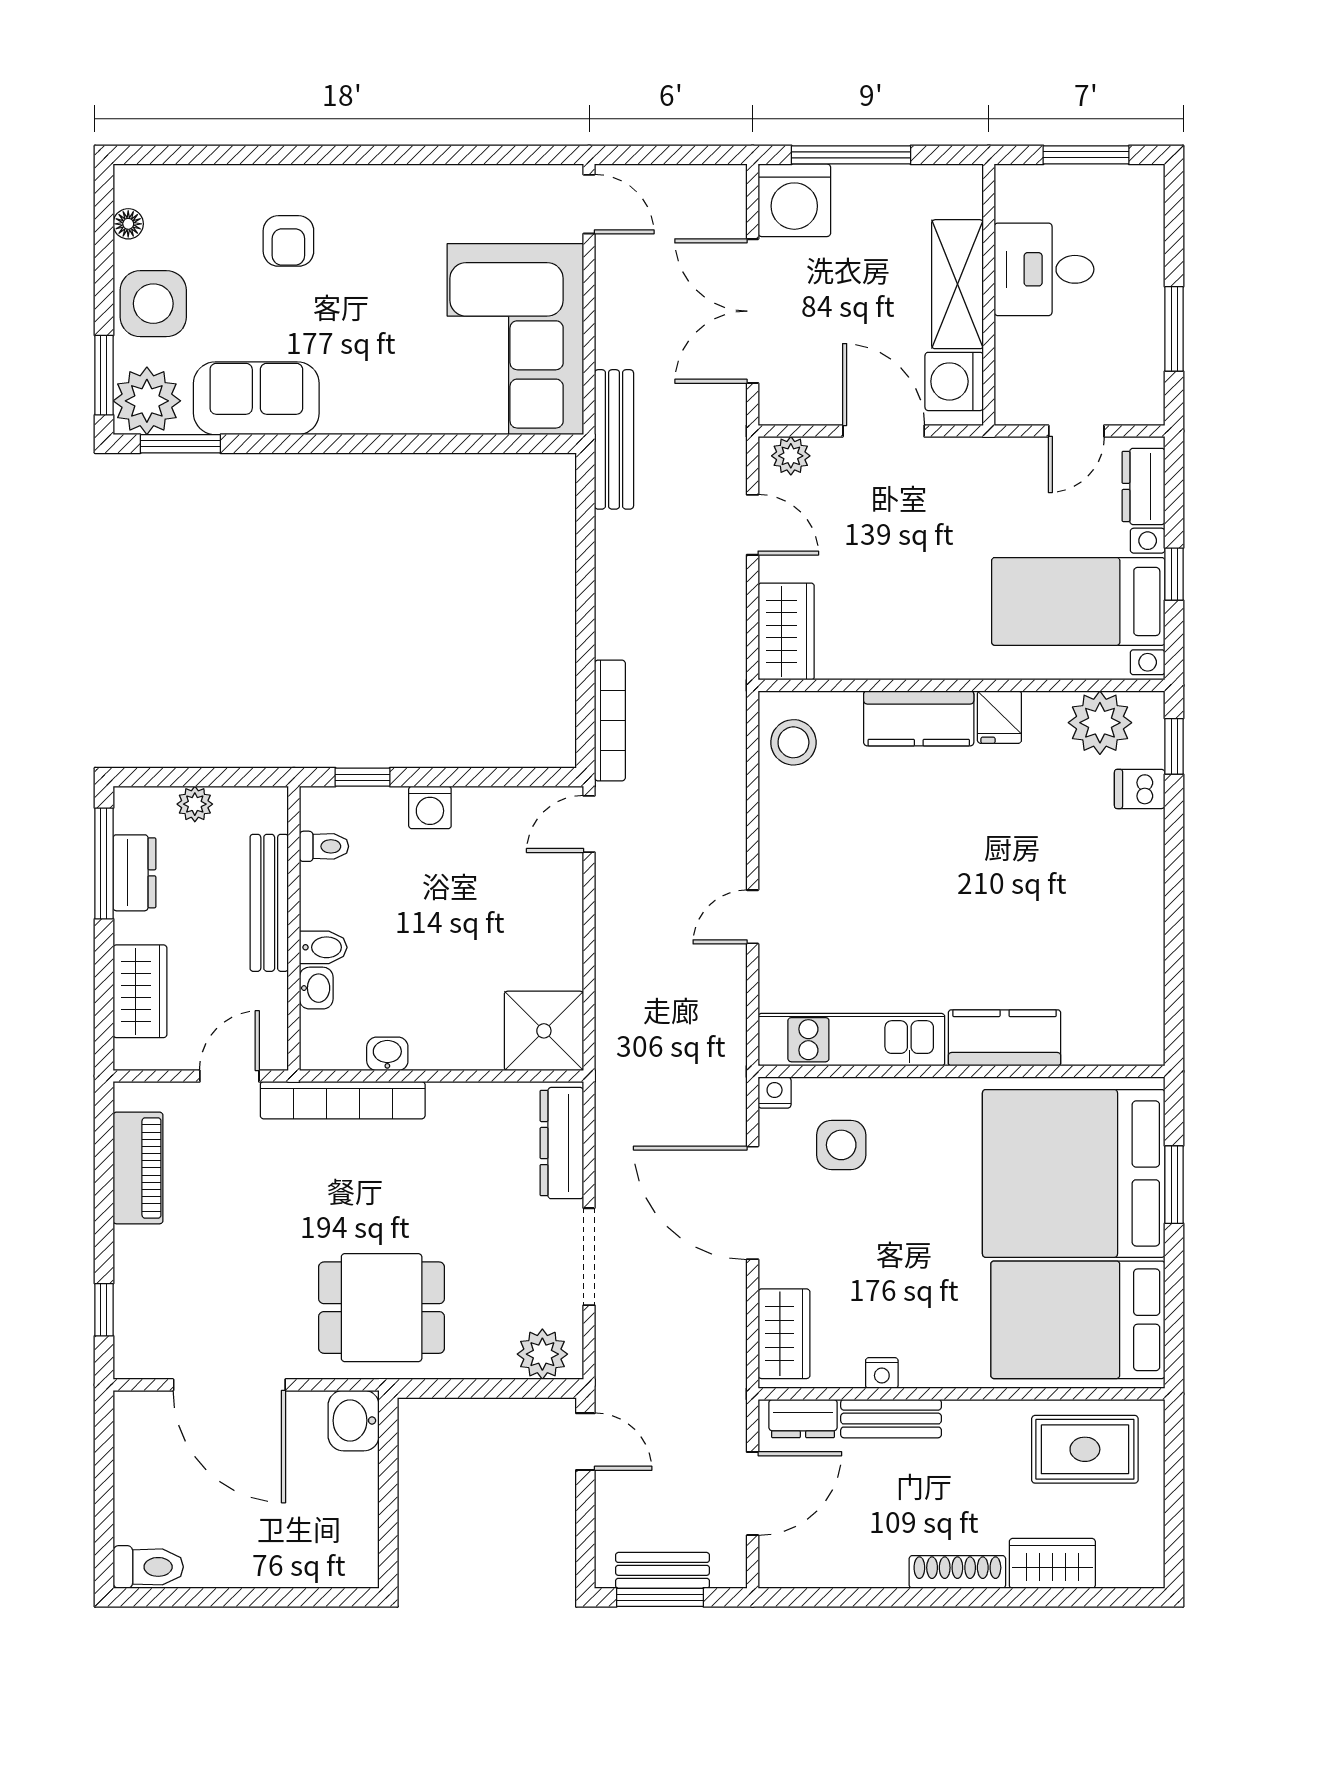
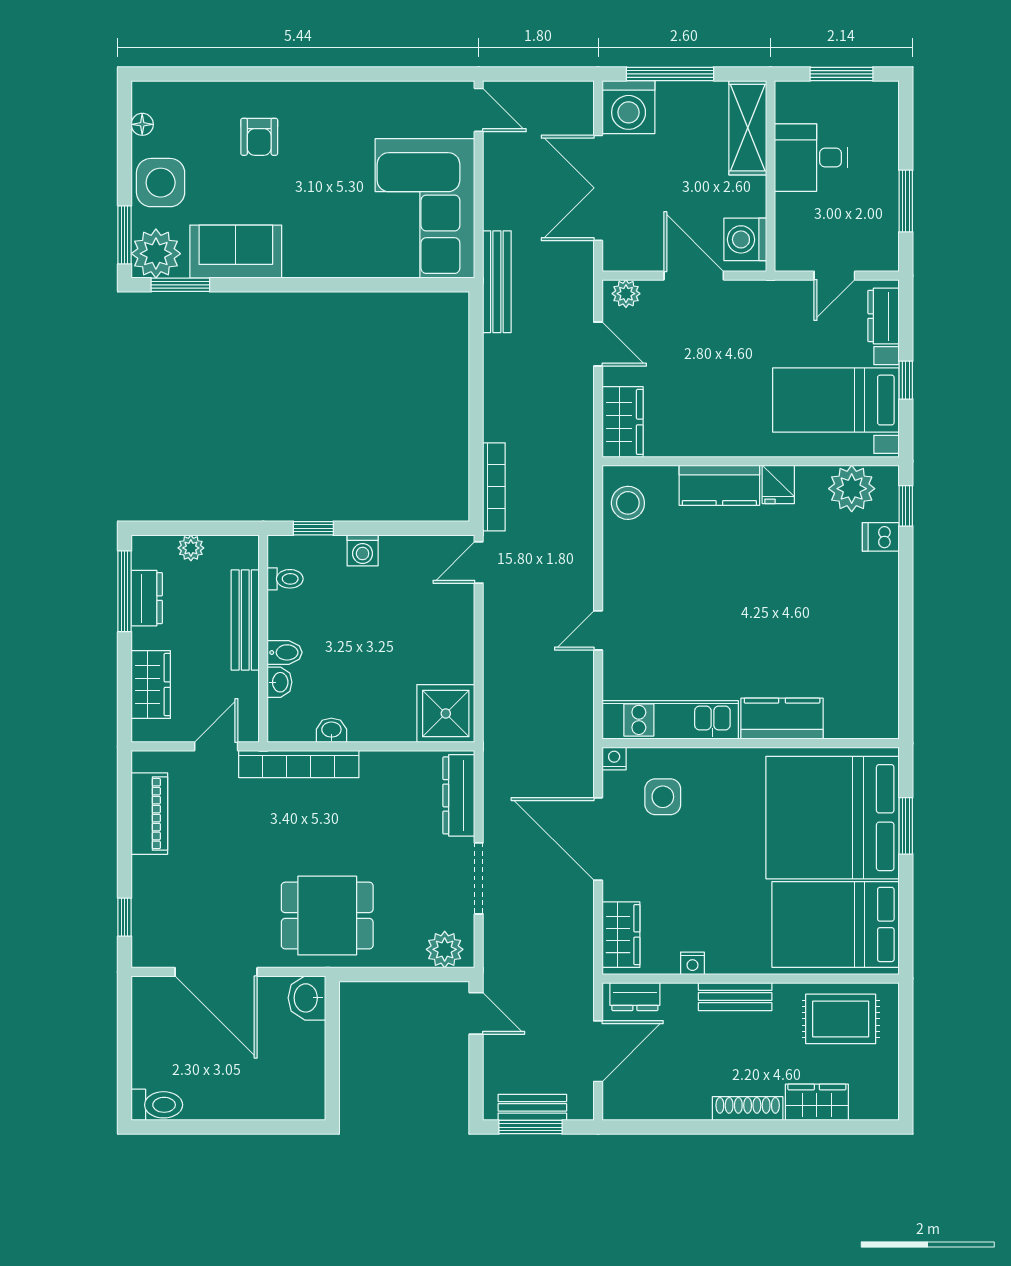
shelving: (957, 284) -> (748, 128), moved
bench: (891, 1419) -> (735, 997), moved

